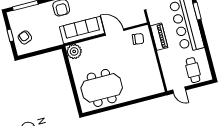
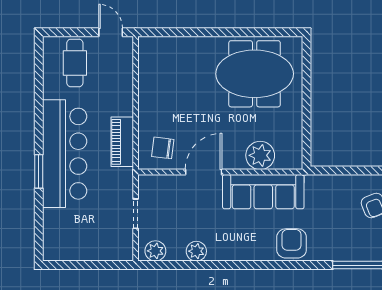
door: (114, 32) -> (204, 172), swing flipped
plant: (74, 51) -> (260, 155), moved

